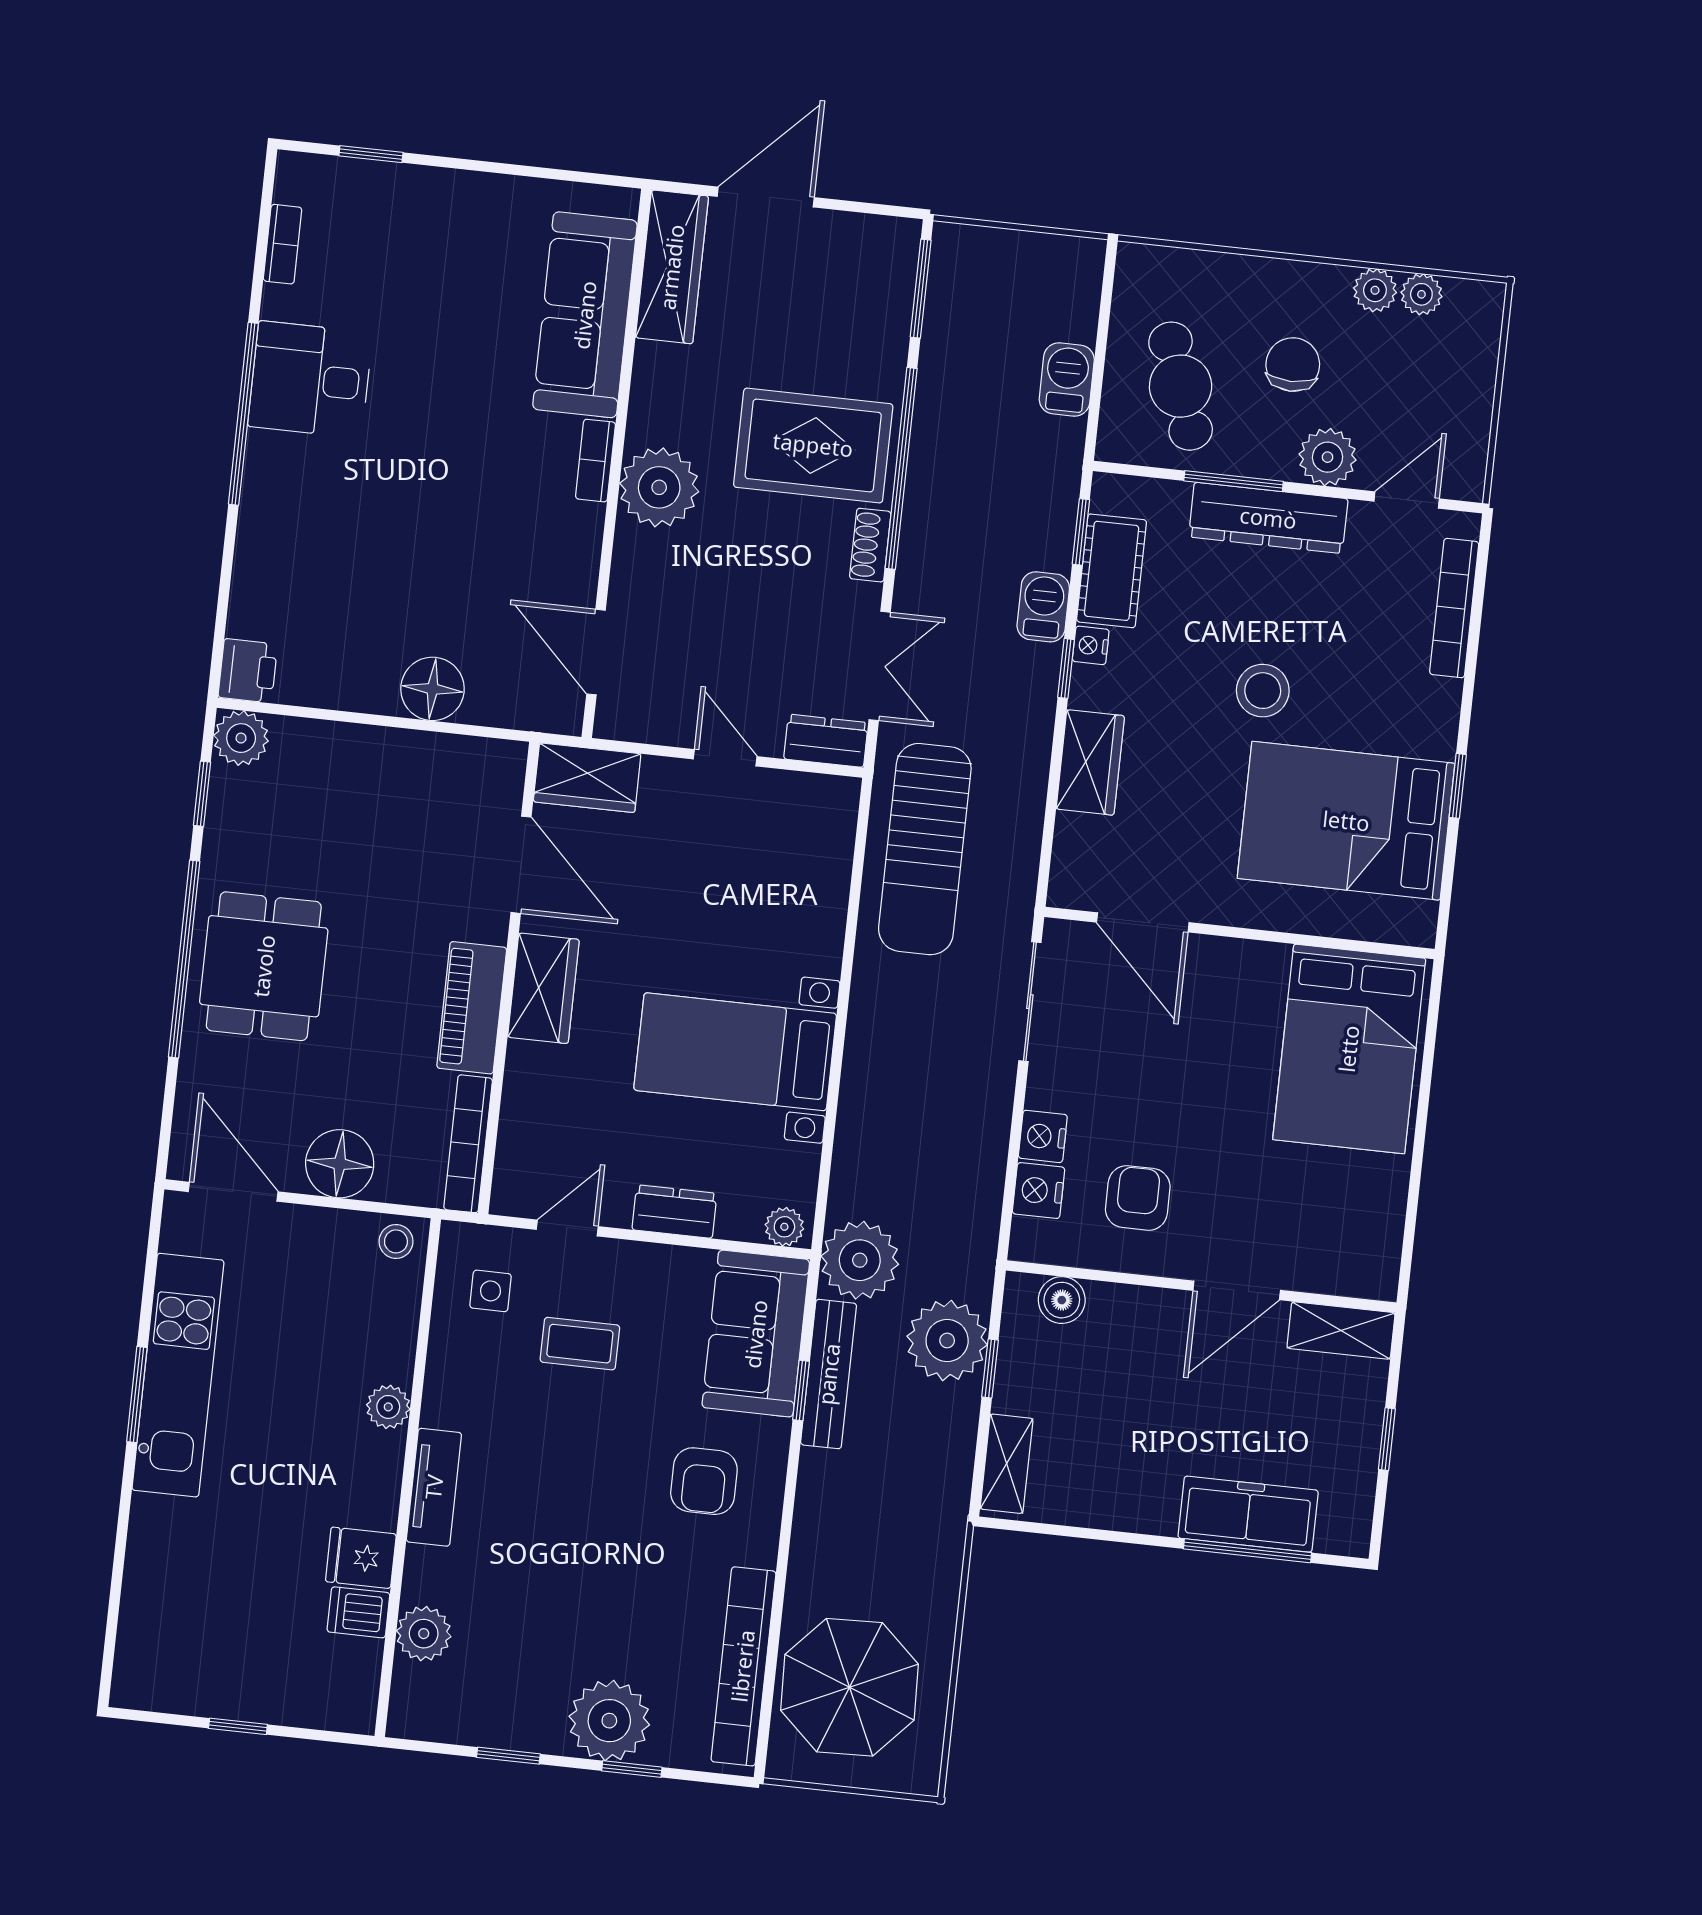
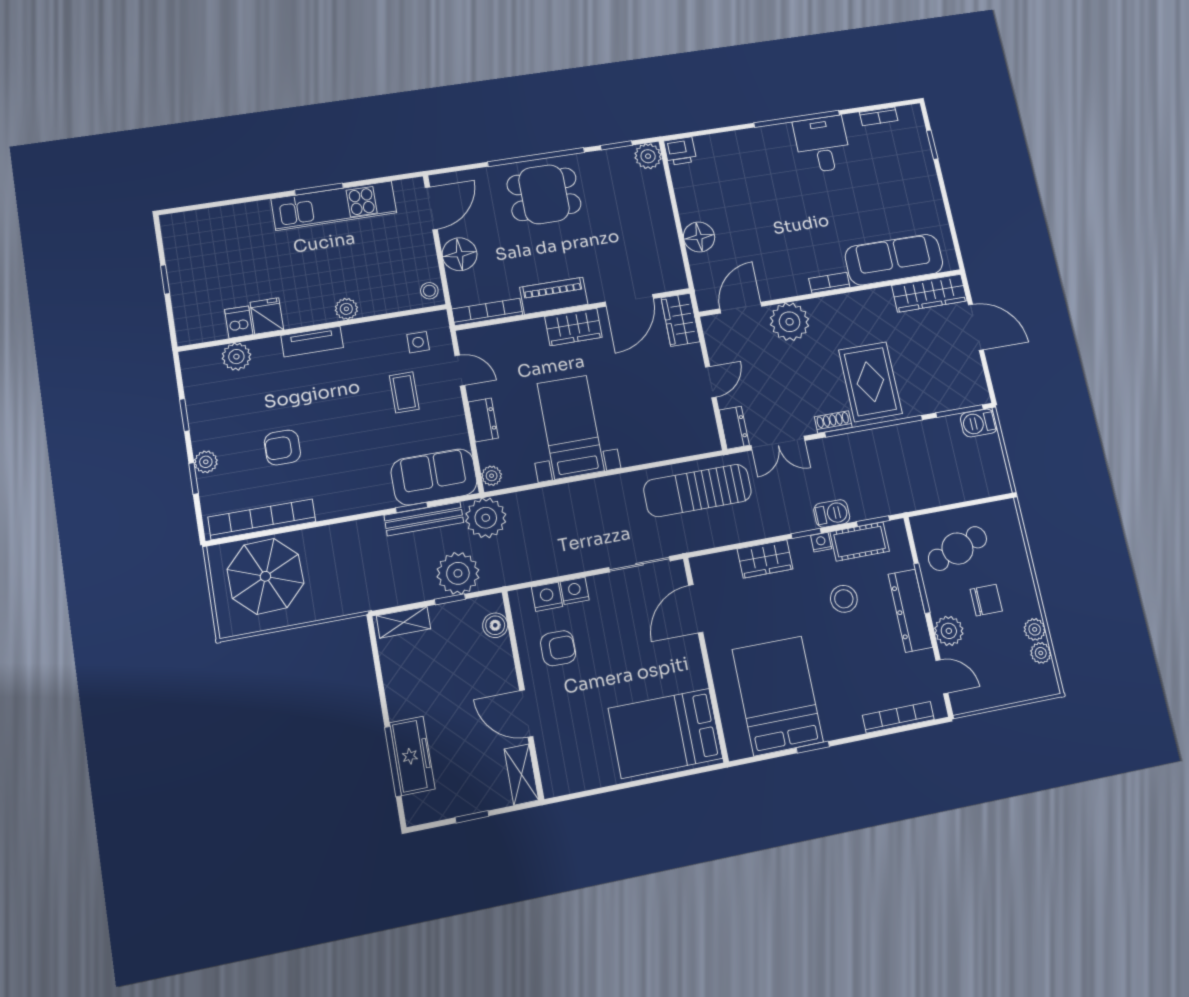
barbecue: (1067, 379) -> (979, 423), moved, turned 180
plant: (659, 487) -> (790, 322), moved
stool: (1263, 691) -> (844, 599), moved
armchair: (704, 1481) -> (282, 448), moved
plant: (609, 1721) -> (206, 462), width x0.53, depth x0.53

